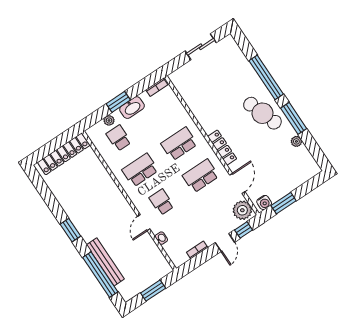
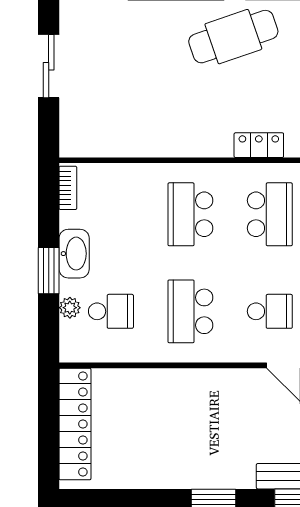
school desk: (119, 138) -> (111, 311), turned 180
locker: (222, 148) -> (259, 145), width x0.66
school desk: (201, 176) -> (270, 214), turned 180
school desk: (162, 202) -> (270, 311), turned 180

